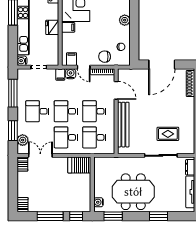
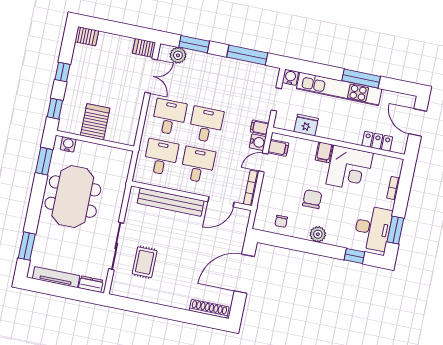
fridge: (52, 27) -> (306, 125), moved
chair: (105, 57) -> (312, 199), moved
door: (162, 65) -> (244, 274), hinge flipped
desk: (37, 111) -> (214, 84), removed
server rack: (79, 165) -> (95, 122), moved
window: (50, 216) -> (62, 72), width x0.46
window: (158, 216) -> (27, 246), moved

